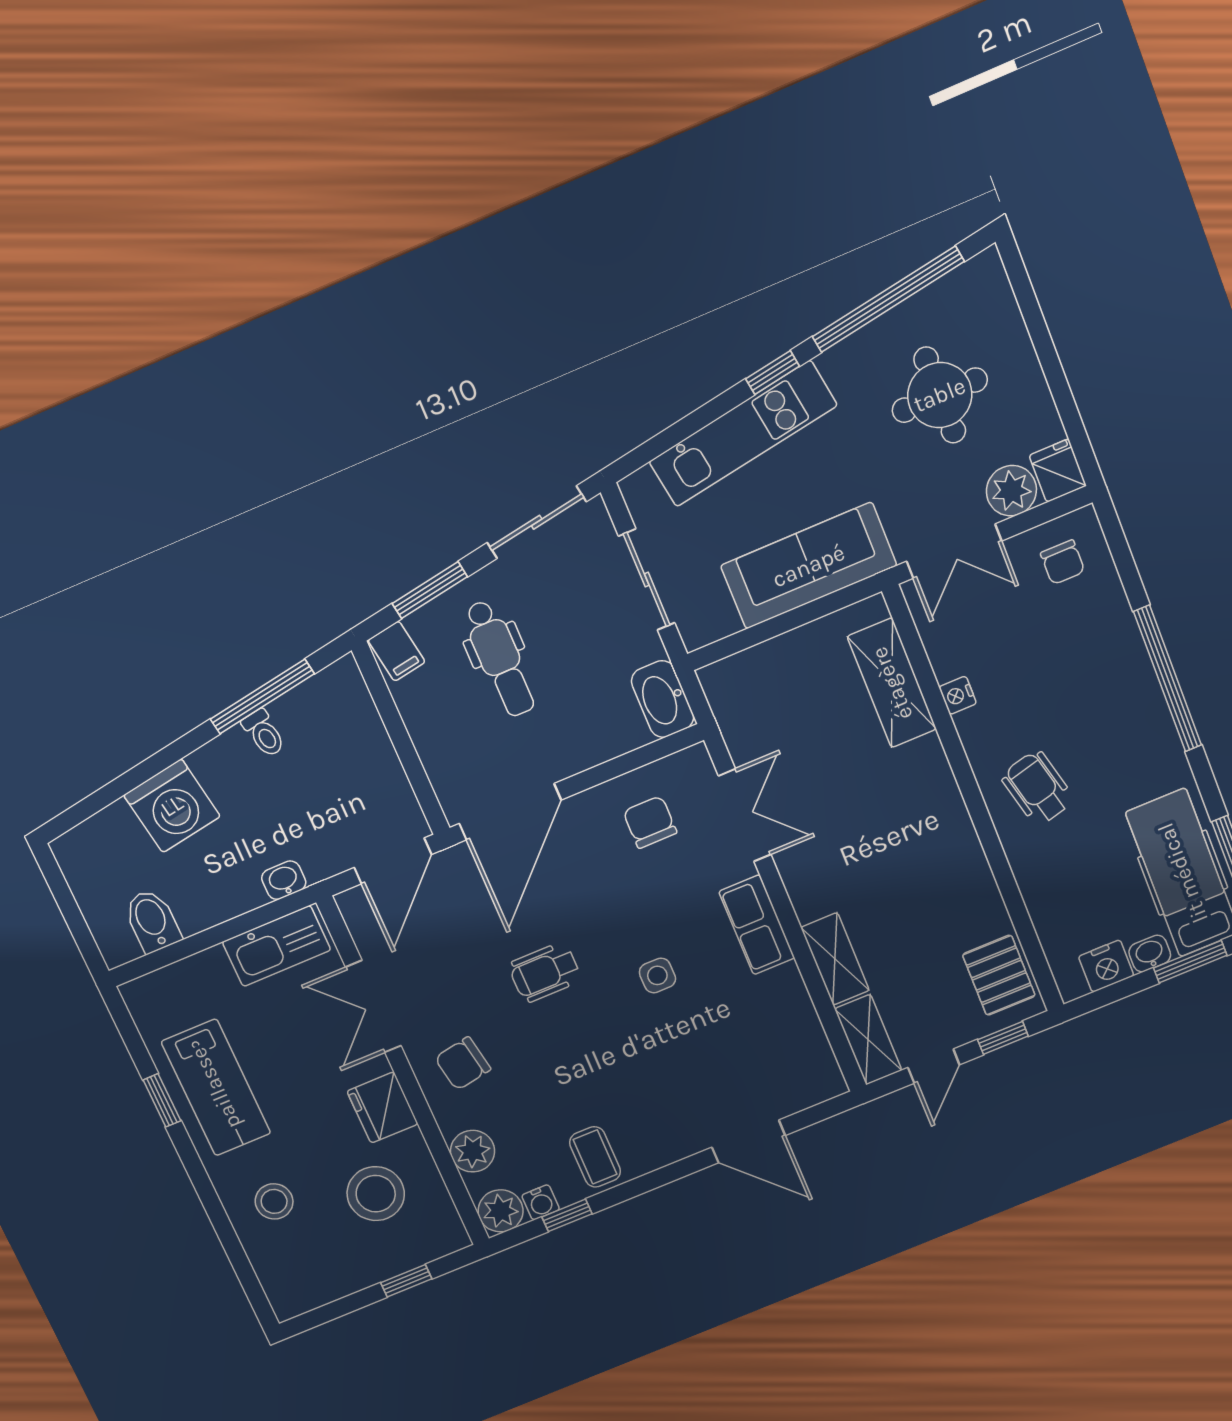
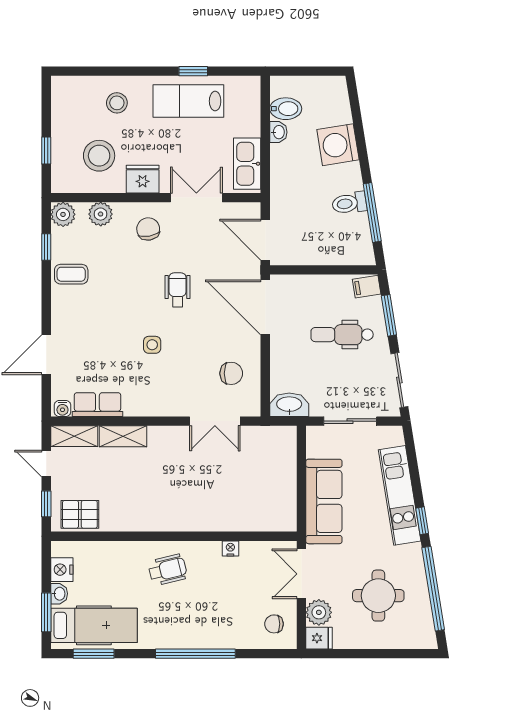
shelving: (892, 683) -> (250, 519), removed
toilet: (264, 733) -> (349, 203), width x1.37, depth x1.39
washbasin: (284, 880) -> (278, 132), moved
row of seats: (757, 925) -> (97, 405), moved
water cooler: (541, 1202) -> (62, 408), moved, turned -90

